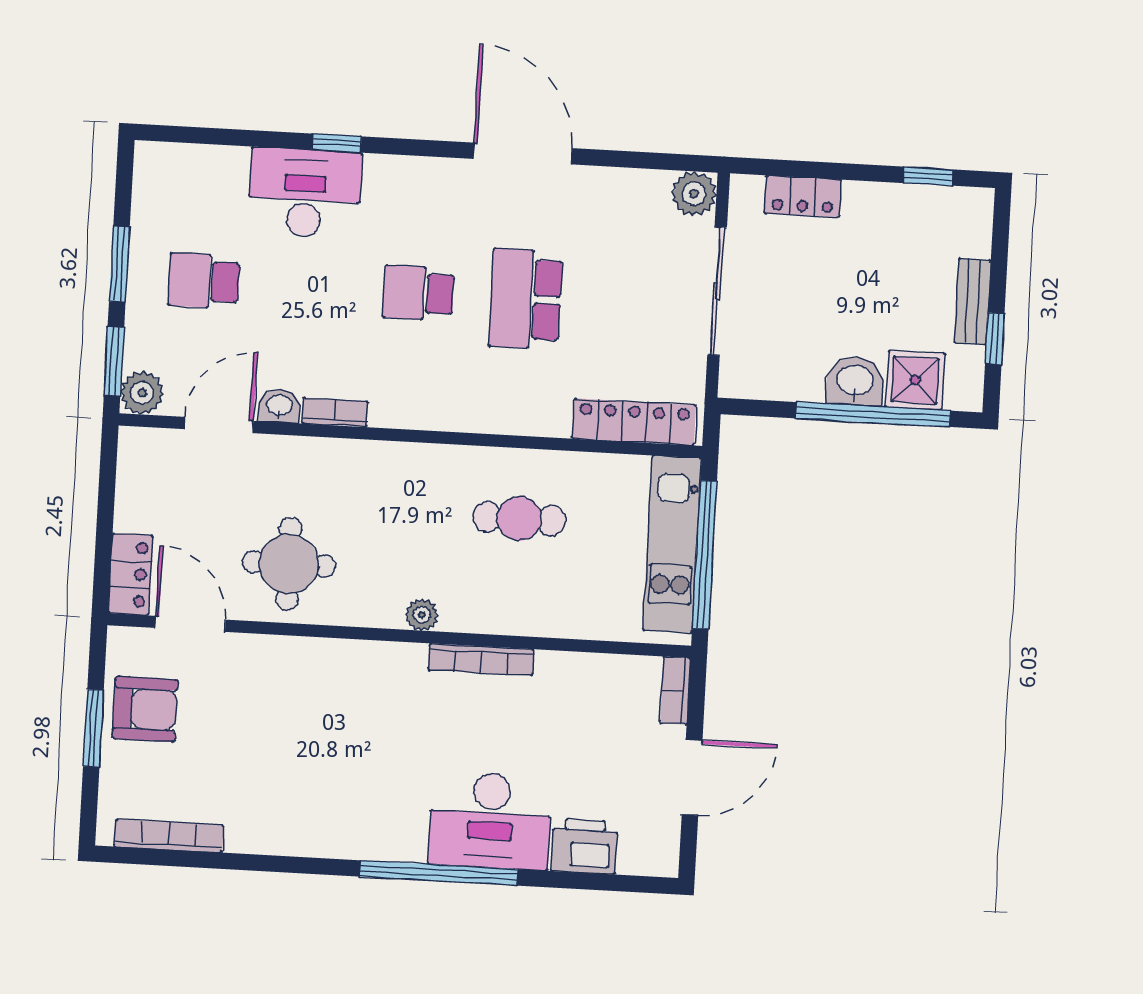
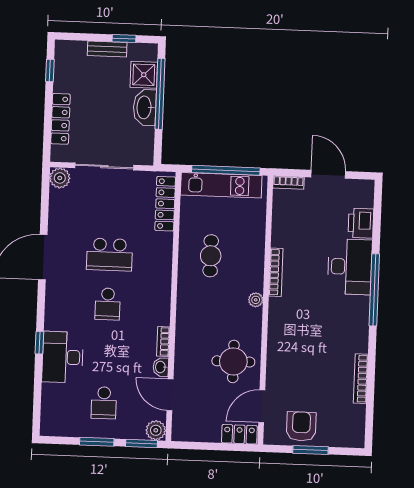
locker: (803, 196) -> (60, 119), width x1.53
washbasin: (855, 381) -> (145, 107), width x1.38
bookcase: (169, 836) -> (361, 379), moved

